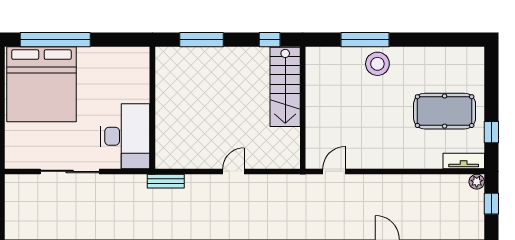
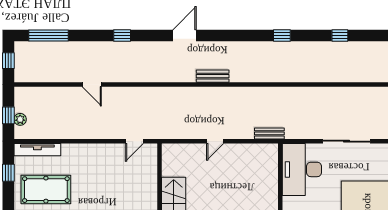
tv unit: (464, 161) -> (37, 150), width x1.41
plant: (477, 182) -> (20, 119), moved

